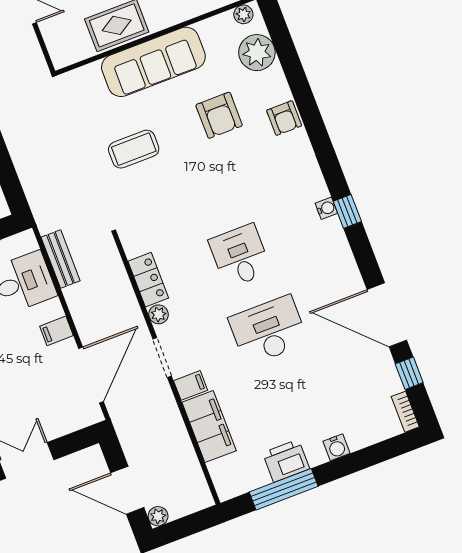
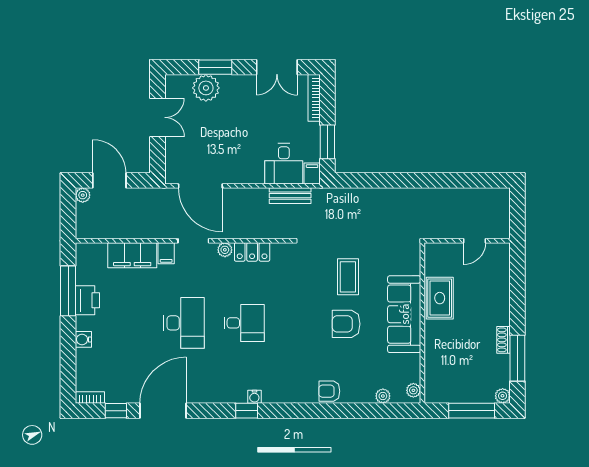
plant: (257, 53) -> (383, 396), width x0.53, depth x0.53
armchair: (219, 115) -> (346, 324), moved
filing cabinet: (57, 331) -> (312, 173), moved
door: (127, 490) -> (109, 180), hinge flipped

